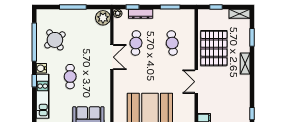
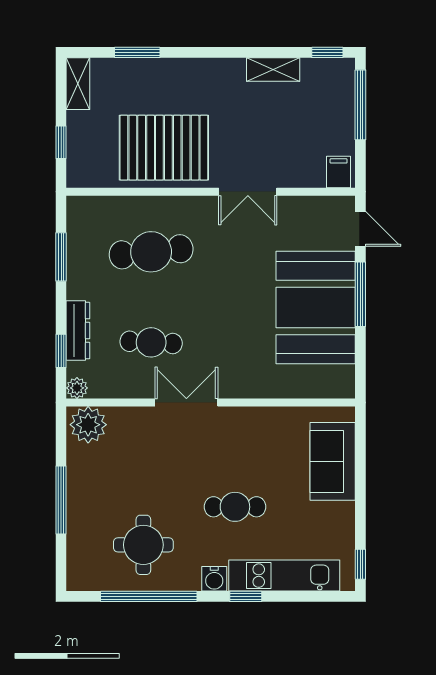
round table: (55, 40) -> (143, 545), turned 36
cafe table: (172, 43) -> (151, 252), width x1.37, depth x1.35
shelving: (245, 63) -> (273, 70), moved

